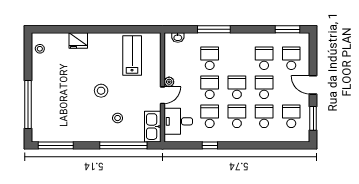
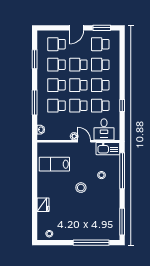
window: (287, 29) -> (35, 59), moved
school desk: (237, 58) -> (56, 85), added

